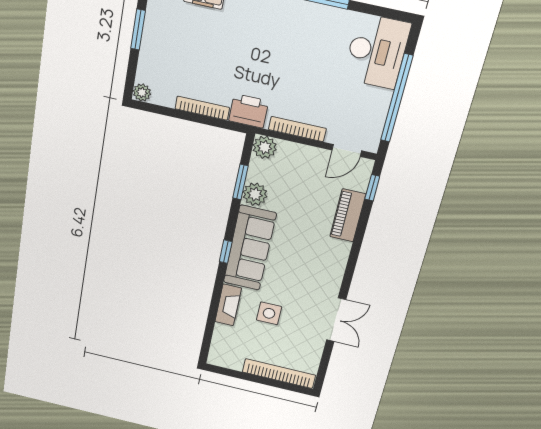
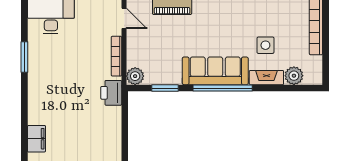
bookcase: (202, 108) -> (117, 126), removed
plant: (255, 194) -> (294, 76), moved
window: (226, 252) -> (223, 88), width x3.17

